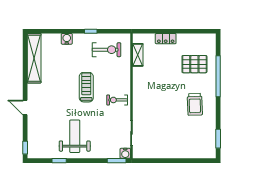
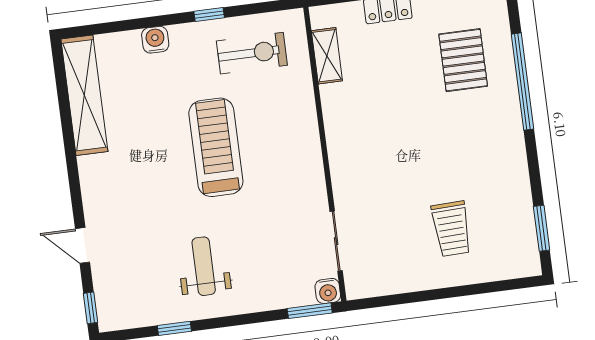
pallet: (194, 64) -> (463, 60), turned 90
treadmill: (86, 87) -> (216, 147), width x1.37, depth x1.38
exercise bike: (117, 100) -> (292, 168), removed
trolley: (195, 104) -> (451, 229), moved
door: (25, 107) -> (82, 245), moved
weight bench: (75, 136) -> (204, 266), width x0.73, depth x0.75

